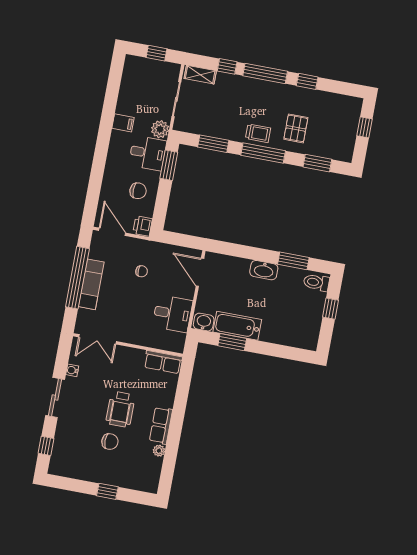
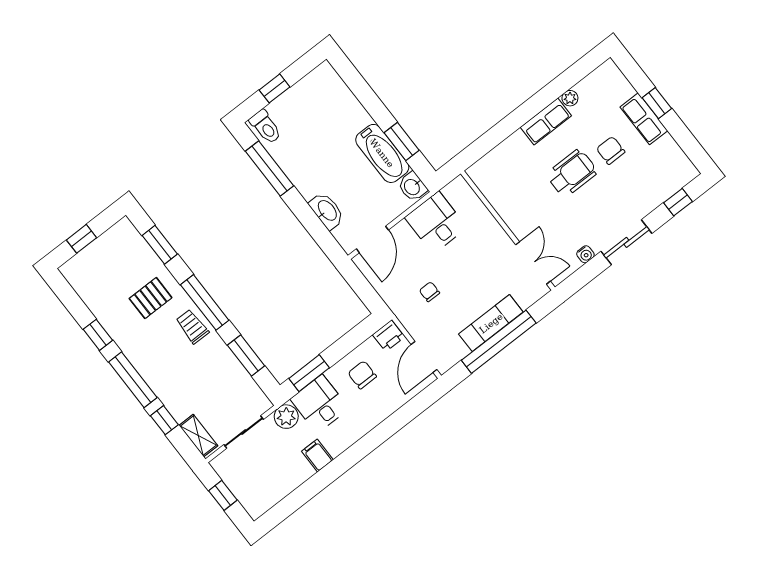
window: (293, 261) -> (269, 169), width x1.44
washbasin: (264, 270) -> (327, 211), moved
row of seats: (163, 362) -> (644, 119), moved, turned 180

